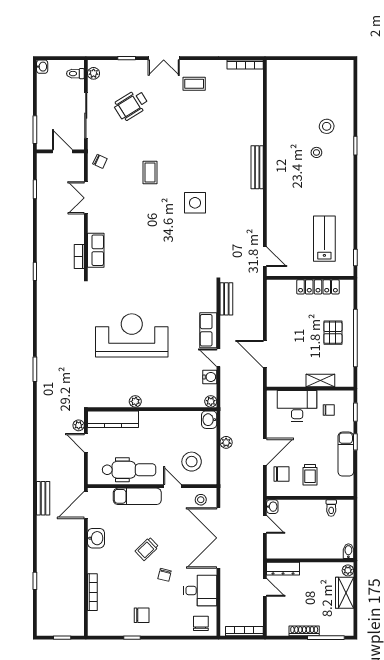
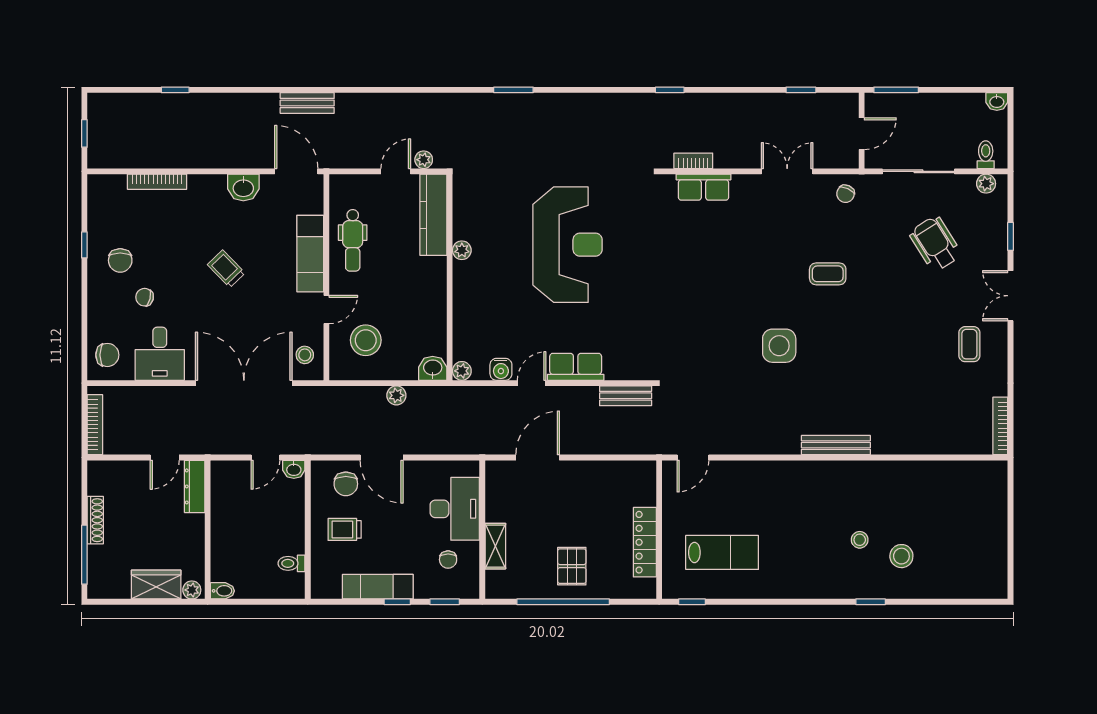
pallet: (333, 333) -> (572, 566), turned 90
dental chair: (129, 470) -> (353, 240), width x0.73, depth x0.72
chair: (165, 575) -> (145, 297), moved

